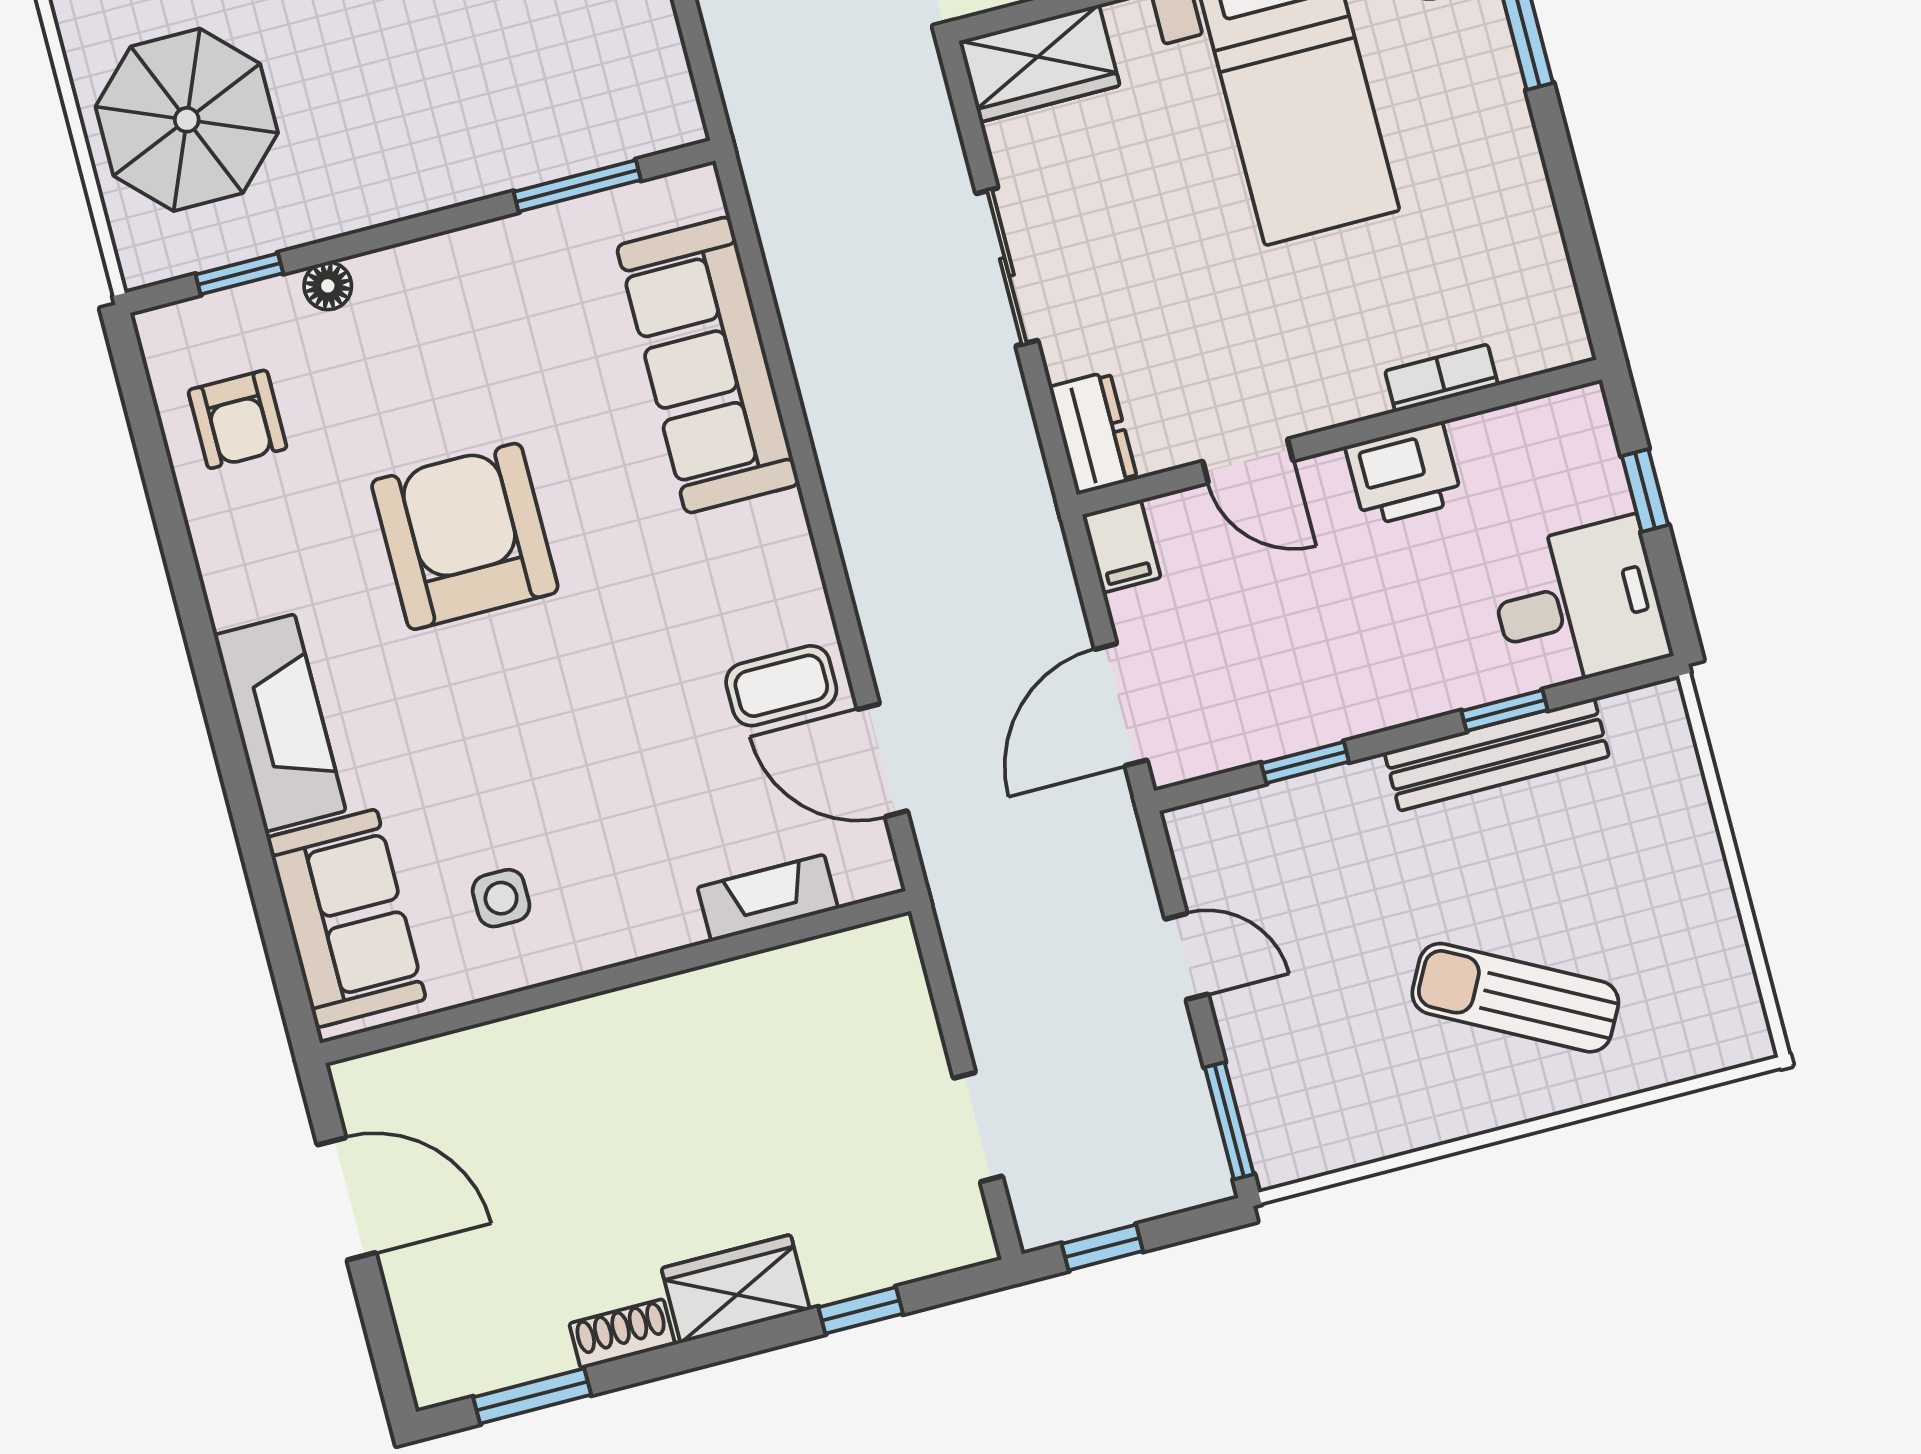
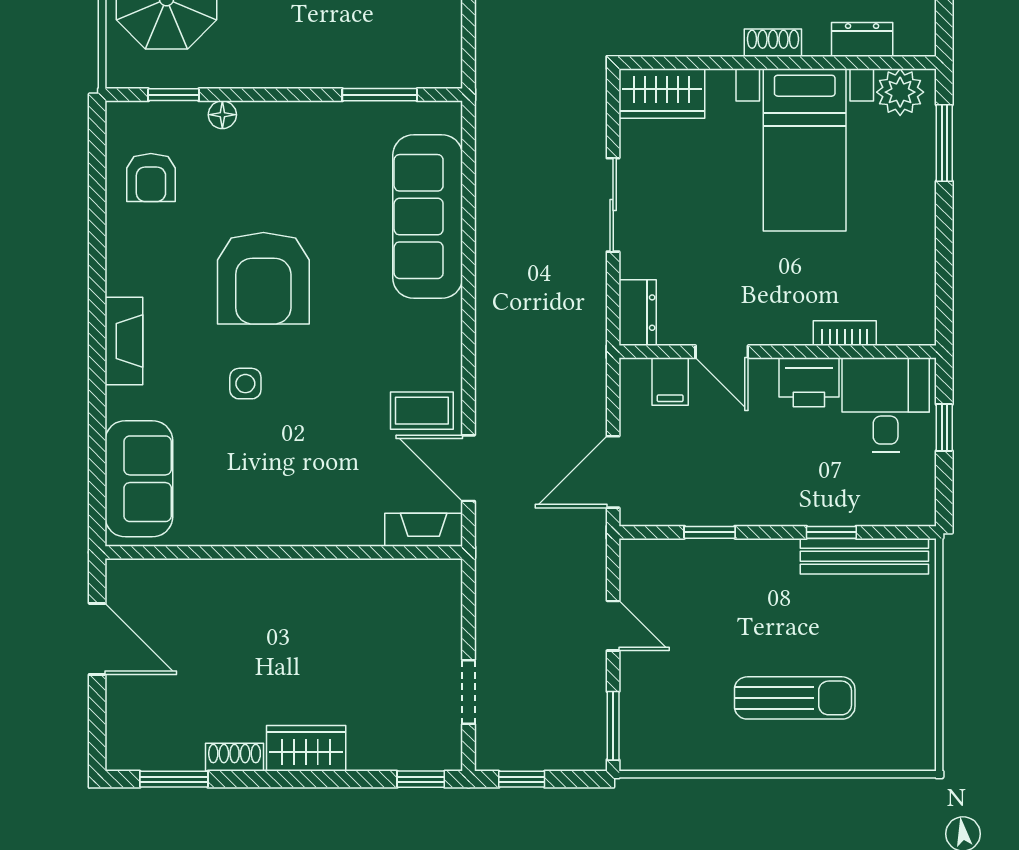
armchair: (465, 536) -> (263, 278), turned 180
filing cabinet: (1122, 546) -> (670, 382), moved
desk: (1578, 604) -> (886, 405), moved, turned -90
fireplace: (280, 723) -> (124, 341), width x0.73, depth x0.76
bench: (1497, 754) -> (864, 556), moved
side table: (501, 898) -> (245, 384), moved
fireplace: (768, 898) -> (424, 530), moved
sun lounger: (1515, 998) -> (795, 698), turned 152
window: (861, 1310) -> (421, 779), moved

